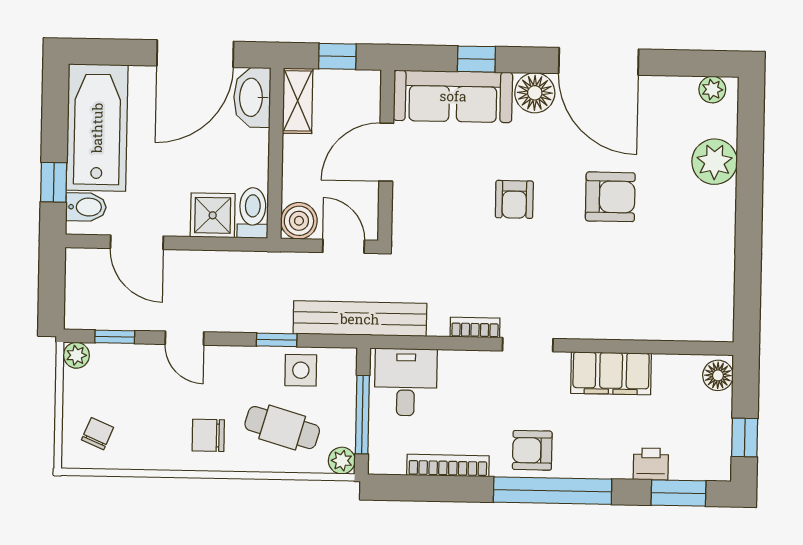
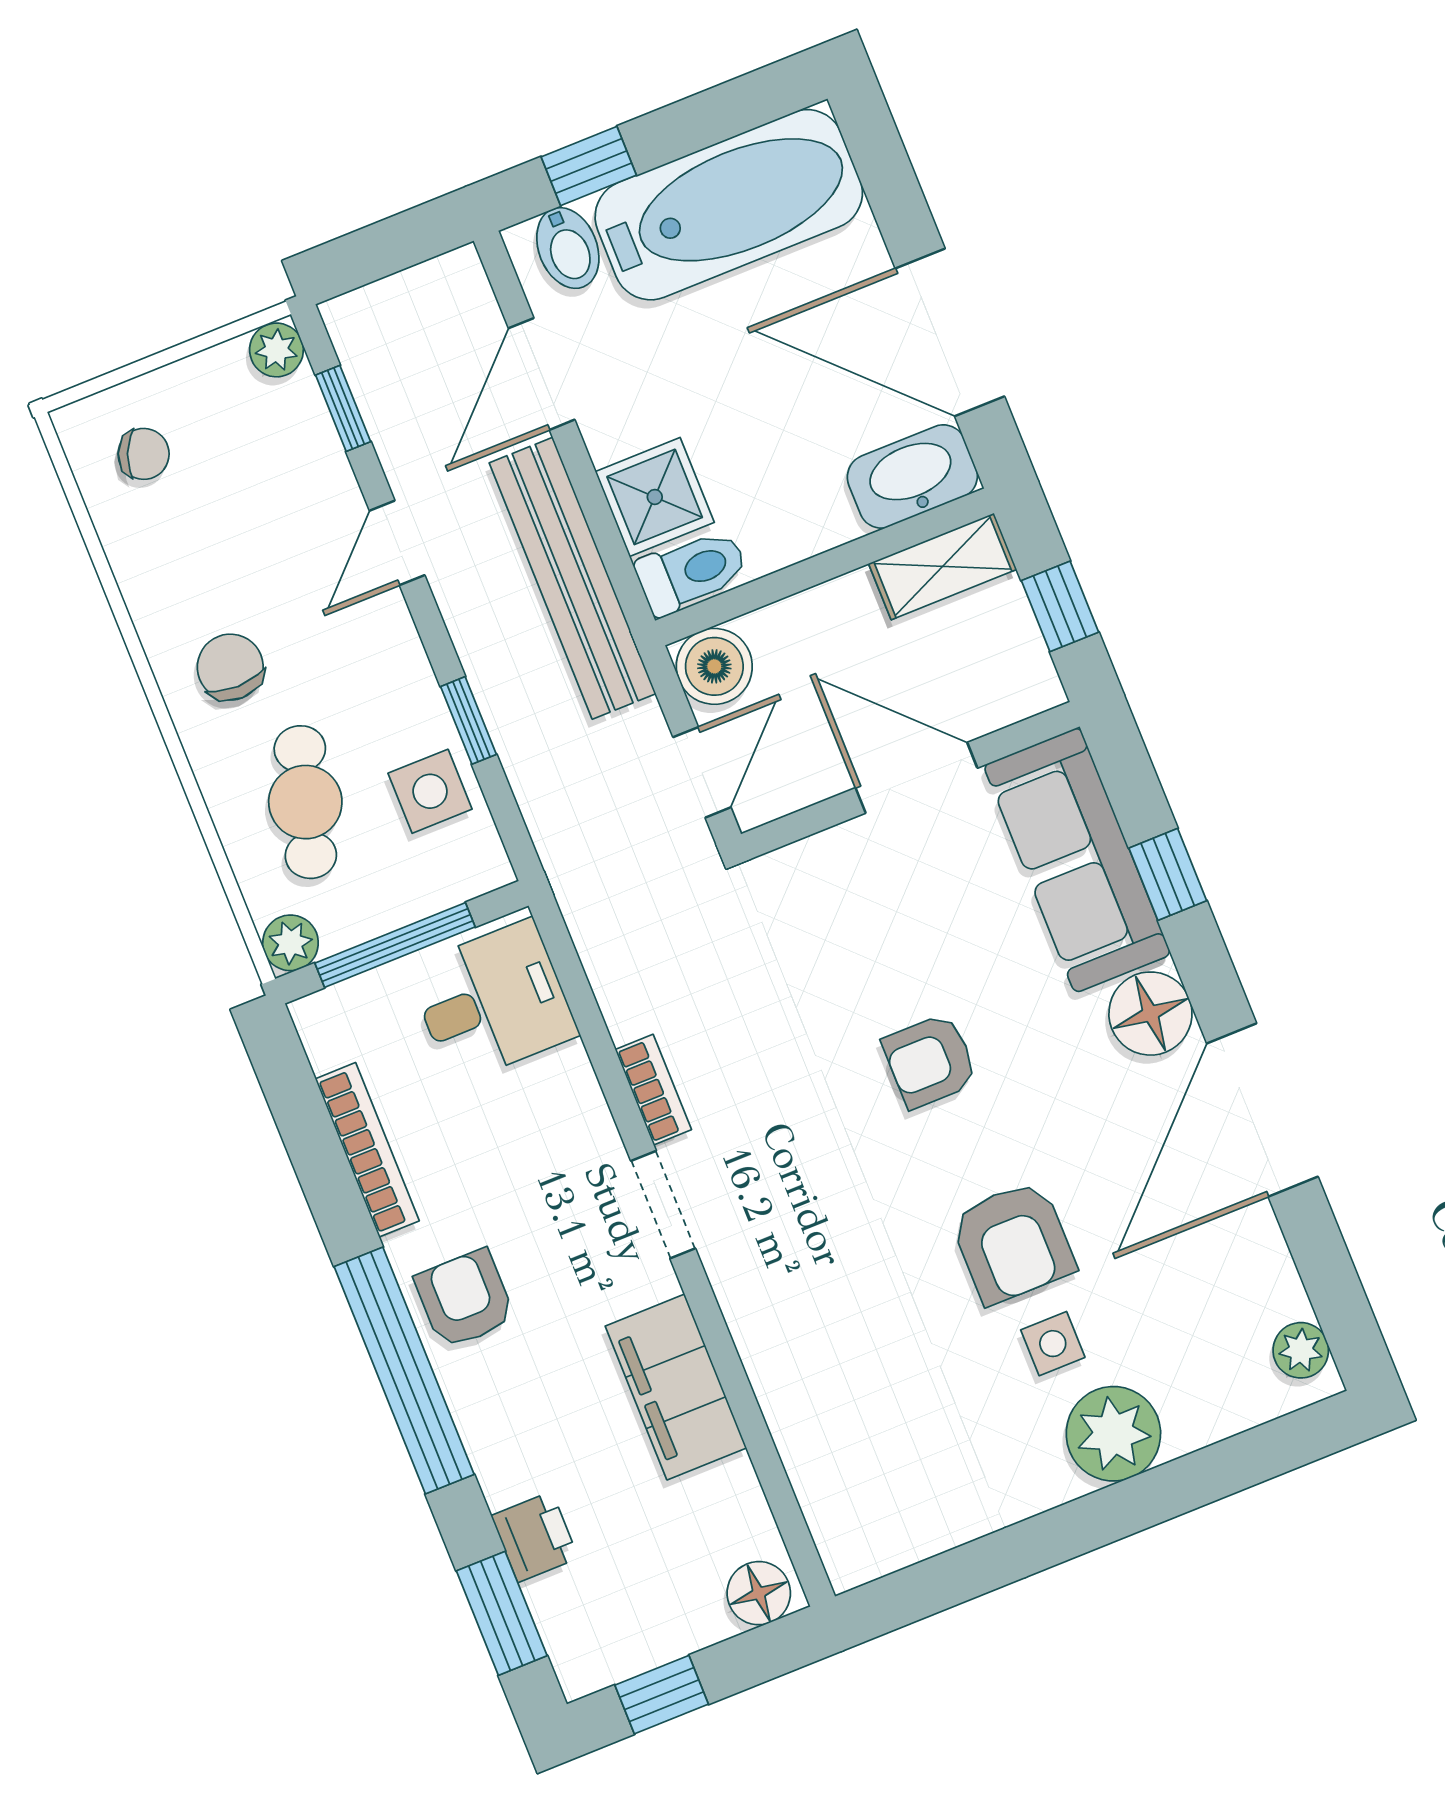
plant: (715, 162) -> (1113, 1434), moved
side table: (663, 198) -> (1053, 1344), added
bench: (360, 319) -> (573, 578), moved

